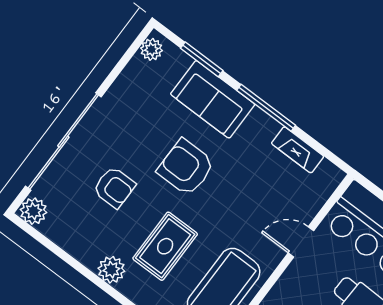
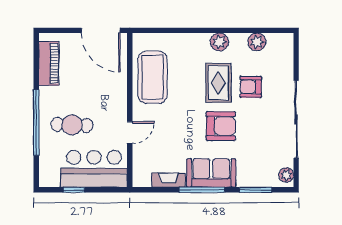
sofa: (213, 99) -> (211, 173), moved
sliding door: (63, 141) -> (296, 119), moved
plant: (34, 211) -> (257, 42), moved
rug: (165, 246) -> (218, 83), moved

